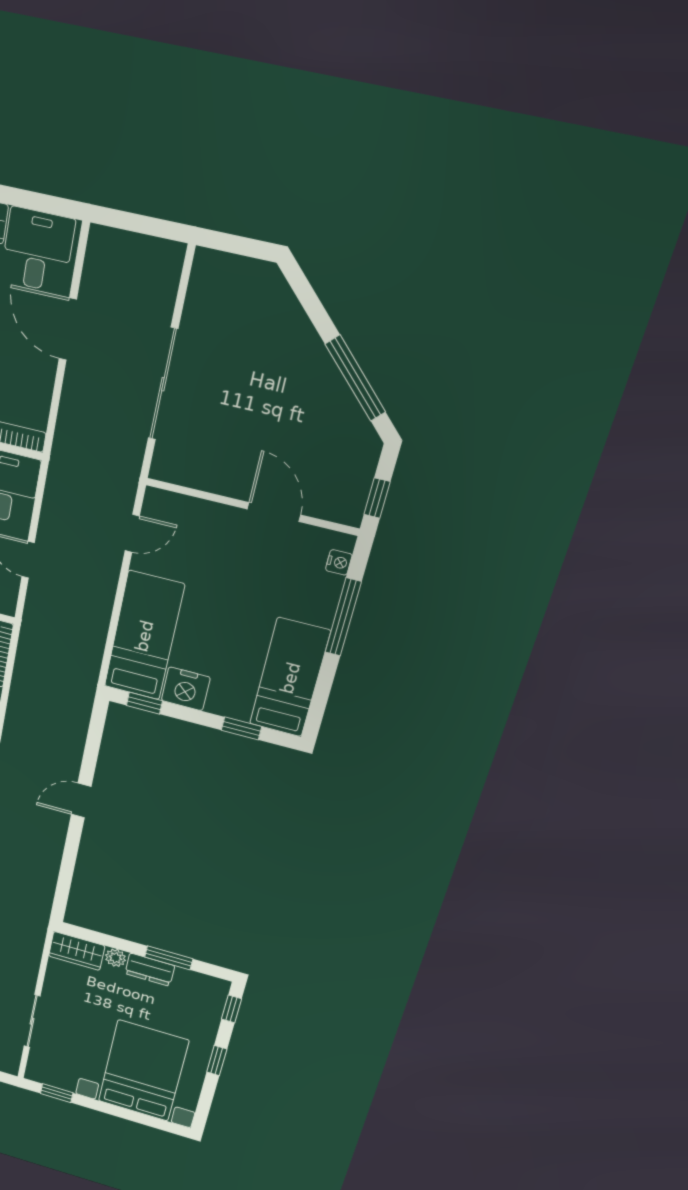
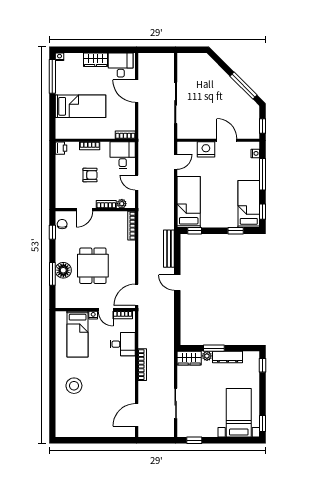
nightstand: (186, 689) -> (206, 149), moved, turned 180
window: (319, 703) -> (263, 212), added
bench: (77, 725) -> (169, 249), added
door: (81, 800) -> (177, 283), hinge flipped
window: (169, 958) -> (214, 348), moved
dresser: (150, 970) -> (228, 357), width x1.44
window: (217, 1061) -> (263, 424), moved
bed with nightstands: (143, 1071) -> (239, 413), width x0.73

